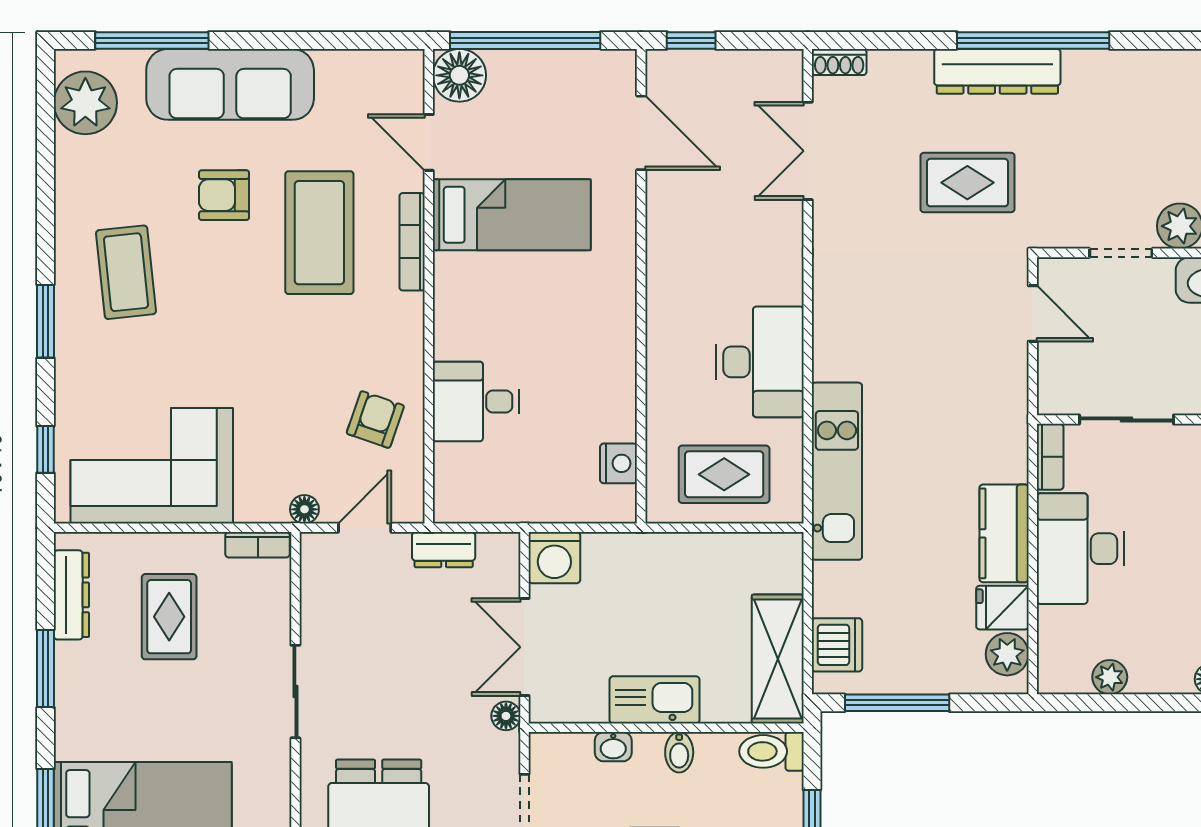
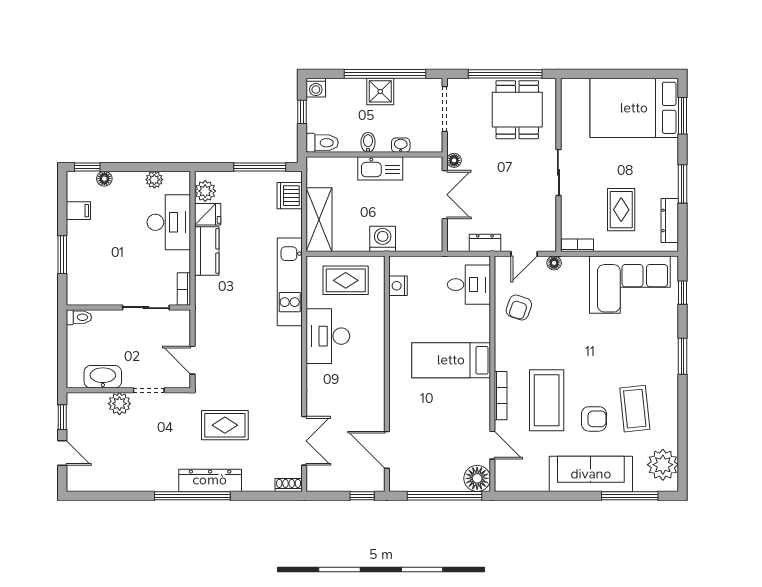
bed: (512, 215) -> (451, 360), moved
coffee table: (126, 272) -> (635, 409), moved
desk: (476, 402) -> (469, 285), moved
desk: (1080, 549) -> (169, 222), moved
washing machine: (554, 558) -> (383, 239), moved
shelving: (778, 659) -> (319, 220), moved

